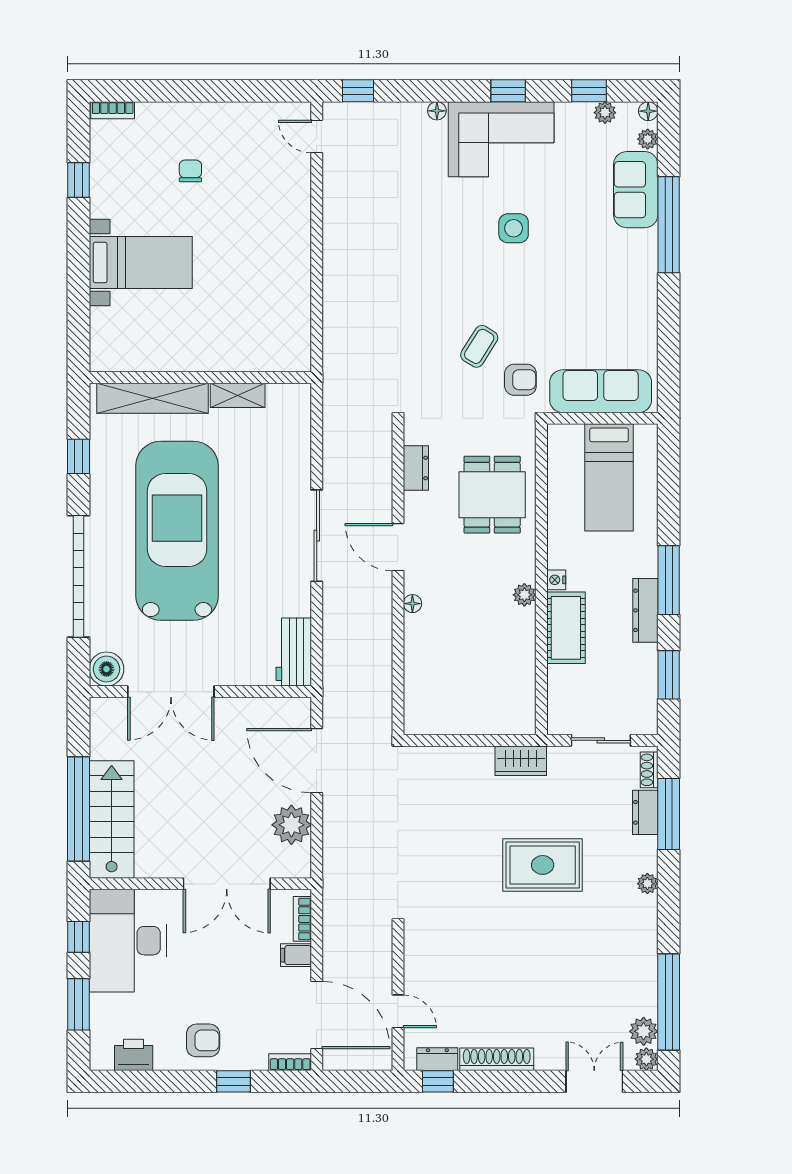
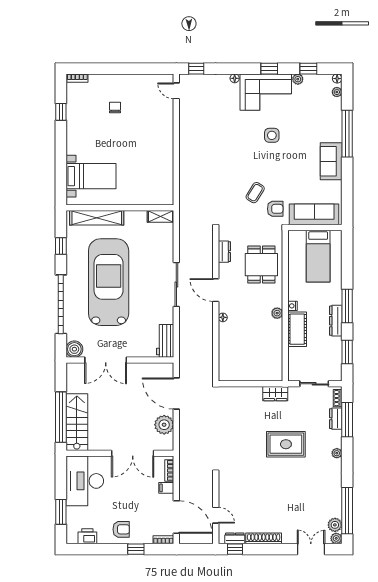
plant: (605, 113) -> (298, 79), moved
sofa: (636, 190) -> (331, 161), moved
bed with nightstands: (141, 263) -> (91, 176), moved
shelving: (238, 395) -> (161, 216), moved
window: (79, 937) -> (61, 479), removed

